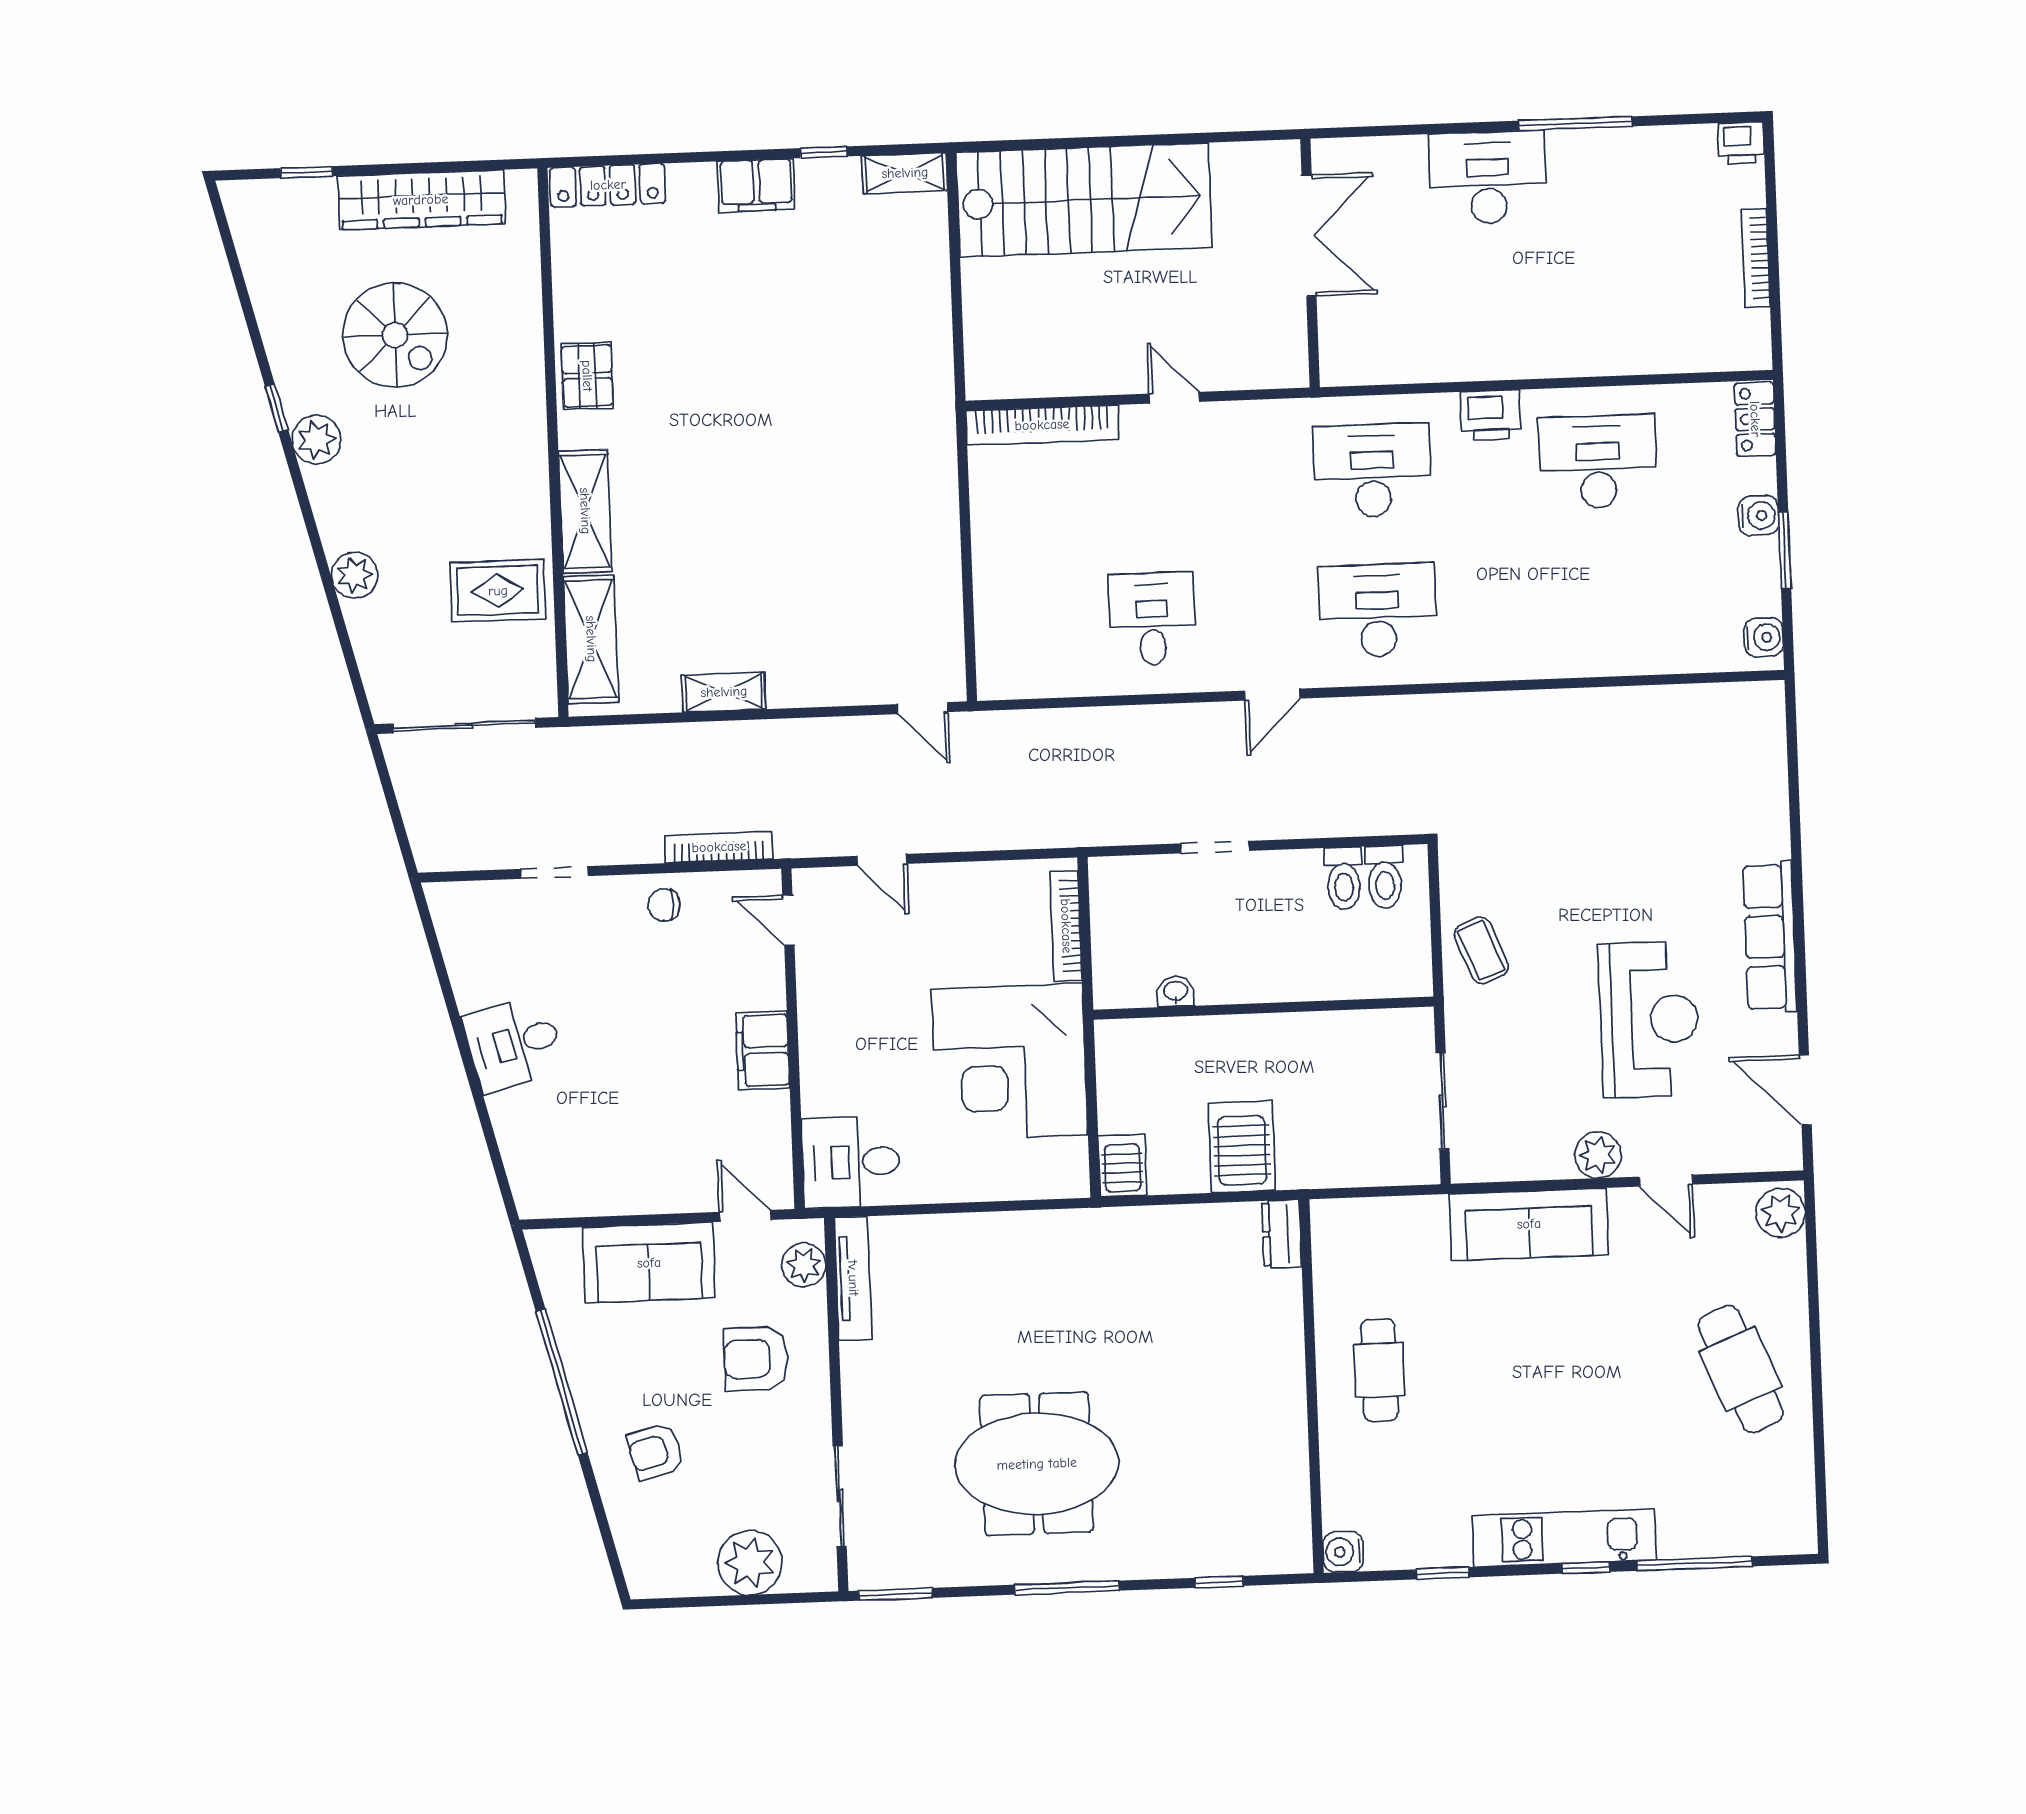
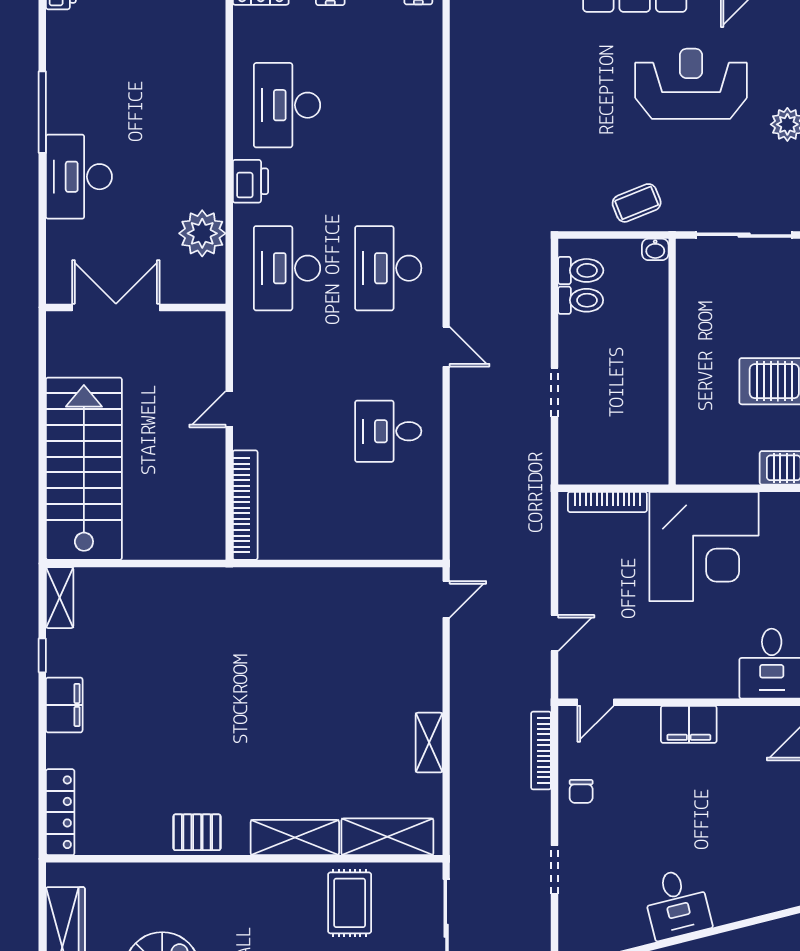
plant: (1416, 351) -> (202, 233), added
washbasin: (1176, 992) -> (655, 249), moved, turned -90
sliding door: (1442, 1101) -> (744, 235), width x1.37

